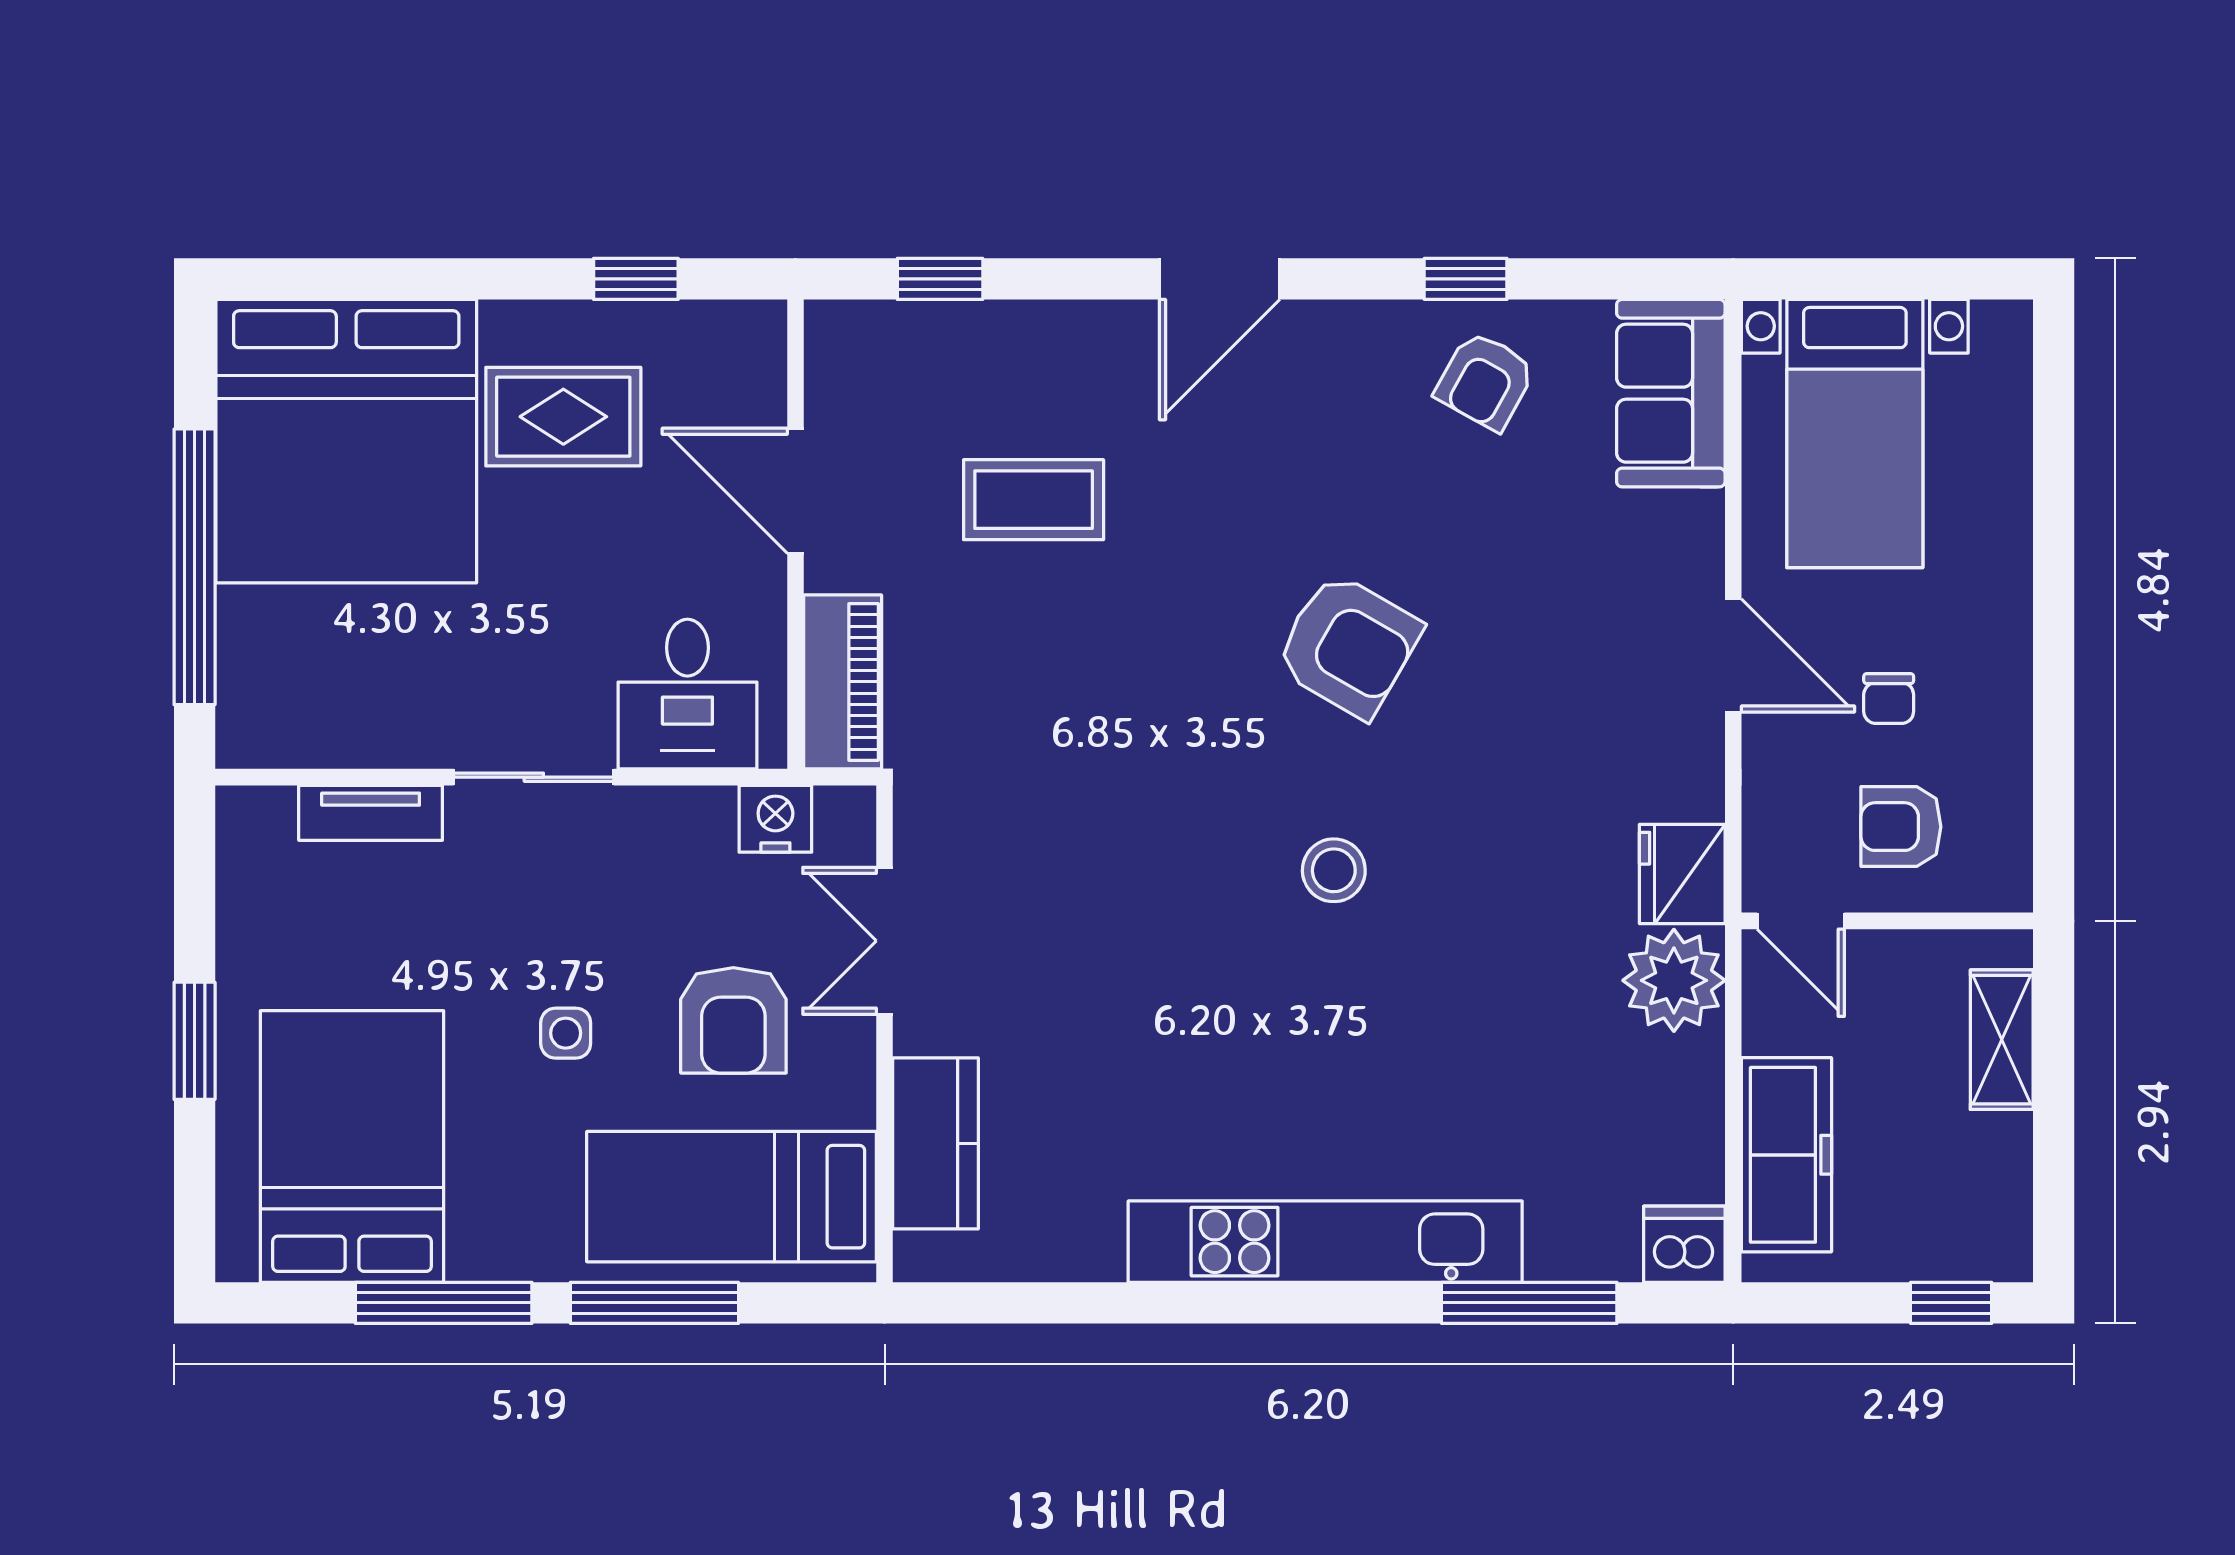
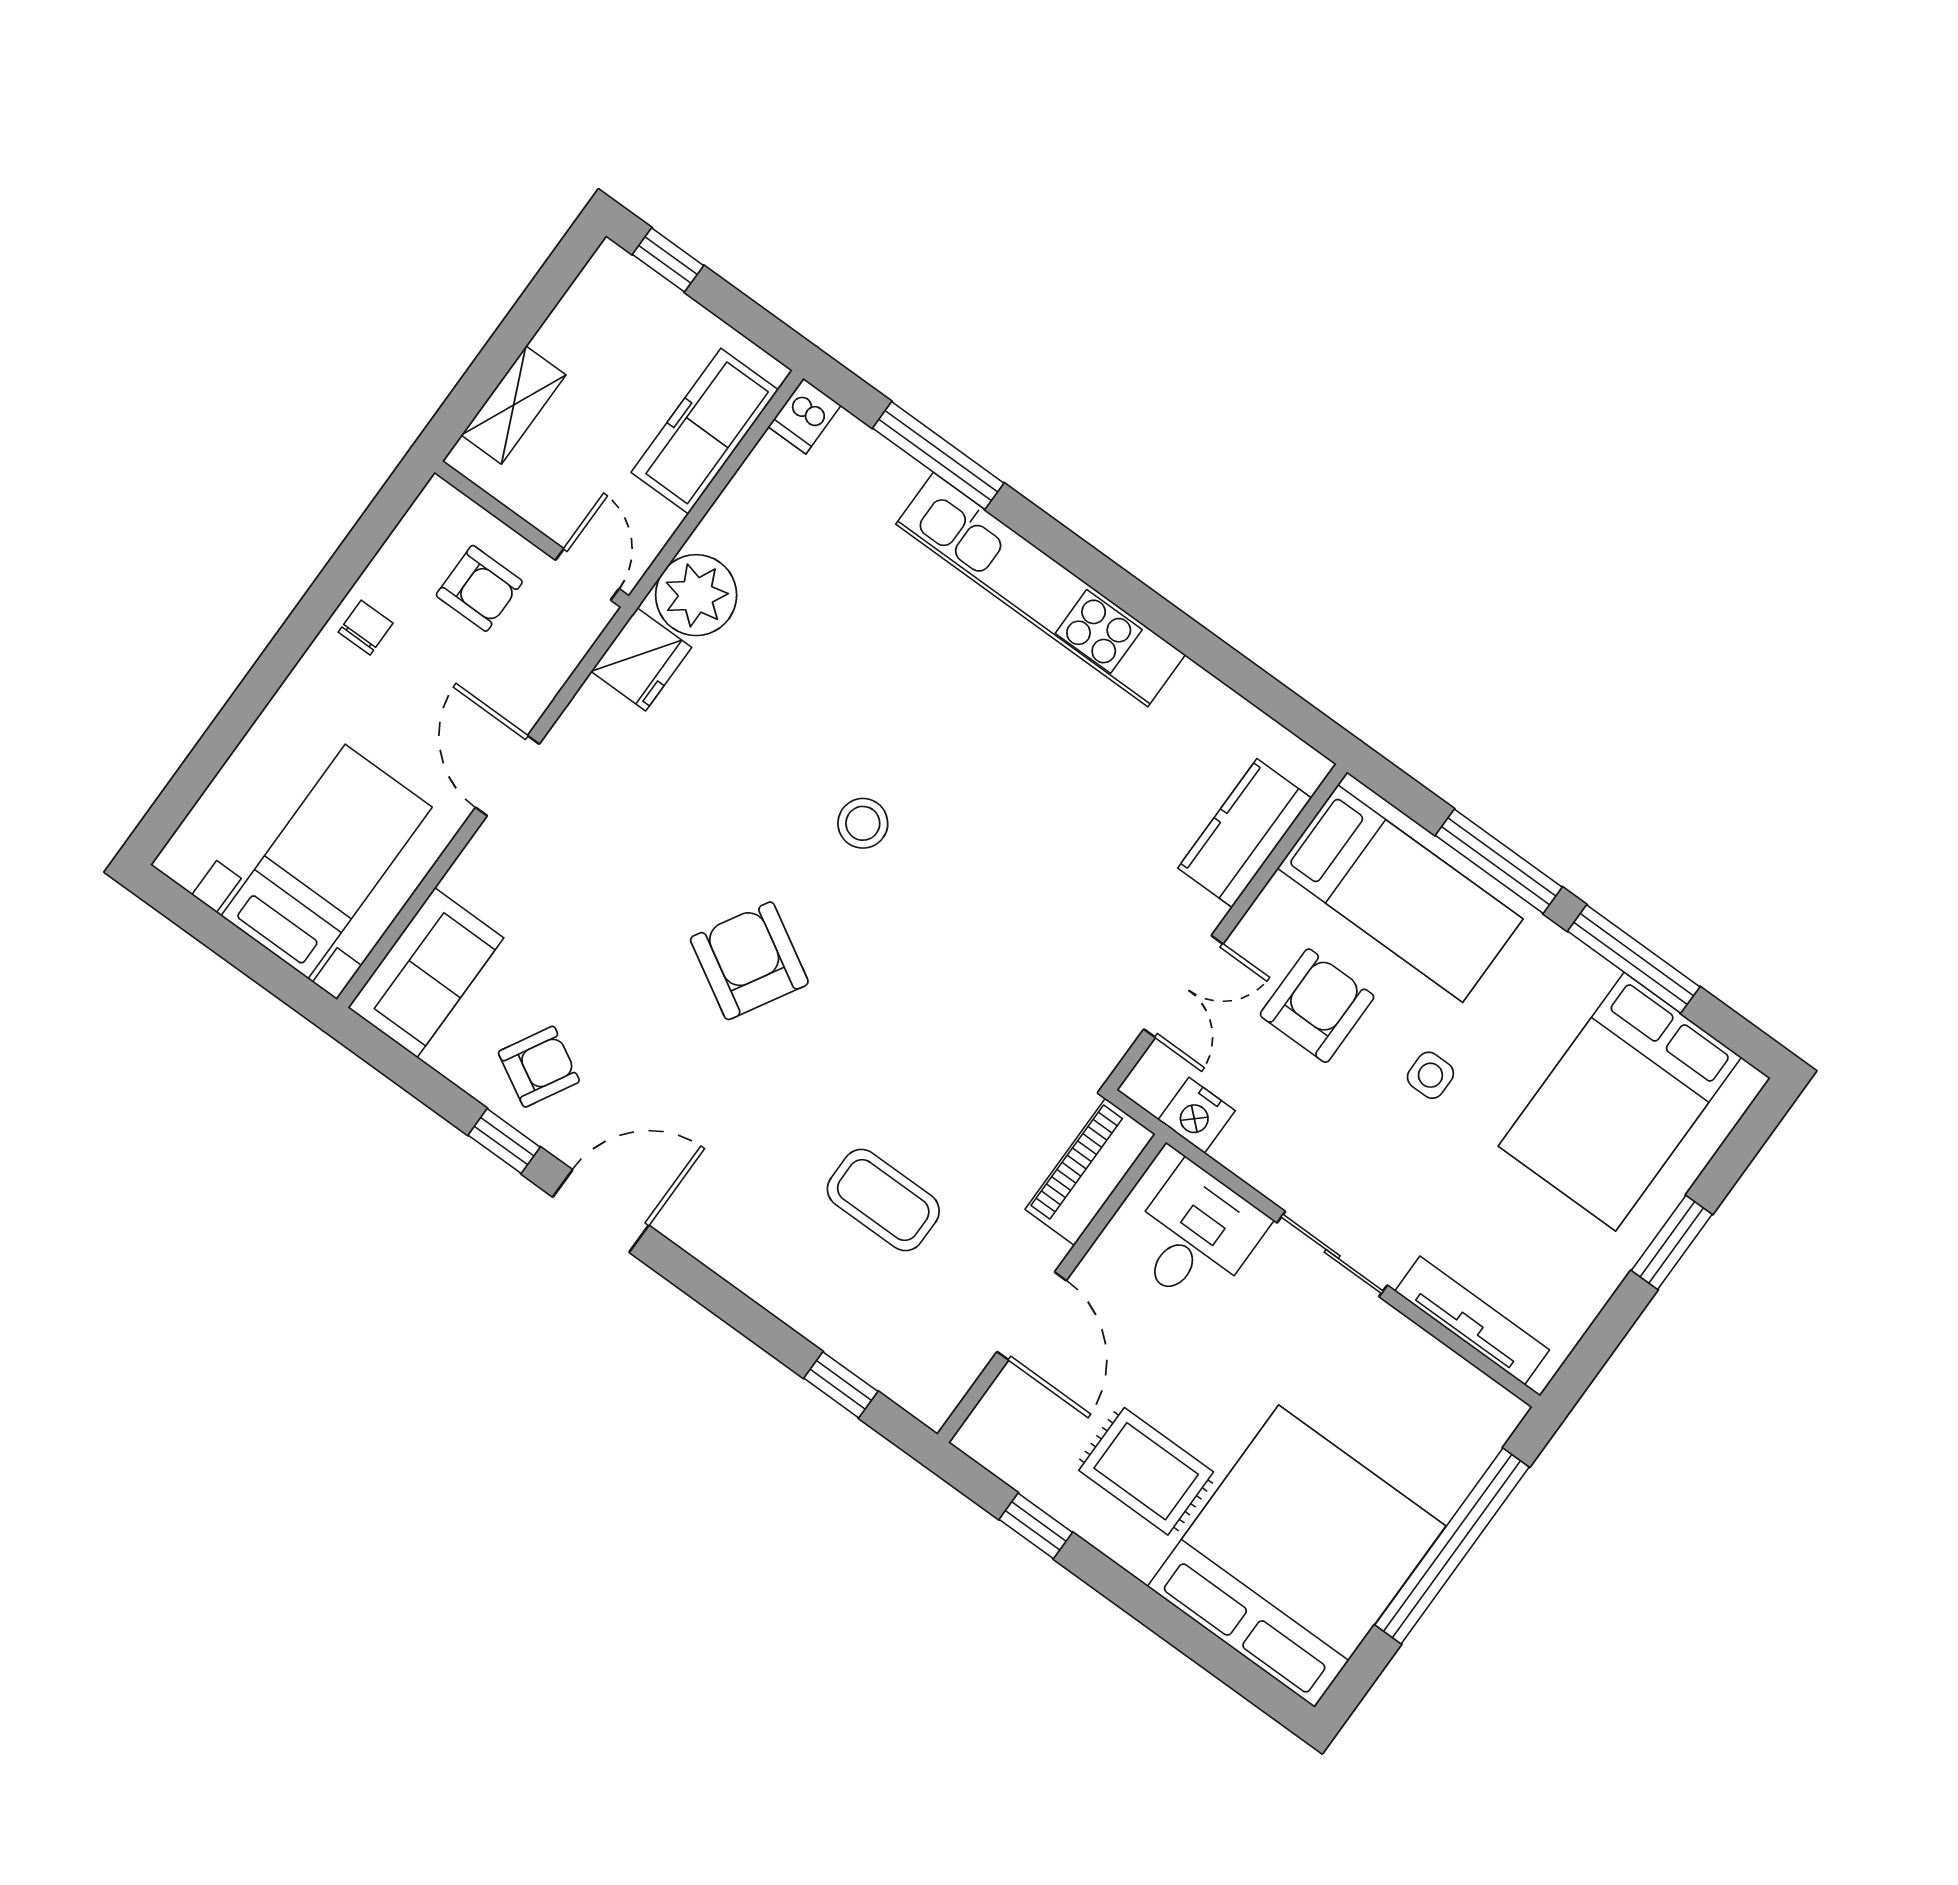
door: (1220, 279) -> (601, 1211), moved
chair: (1889, 699) -> (366, 628), moved
tv unit: (371, 813) -> (1472, 1320), width x1.41
dishwasher: (1684, 1244) -> (805, 416), width x0.73

